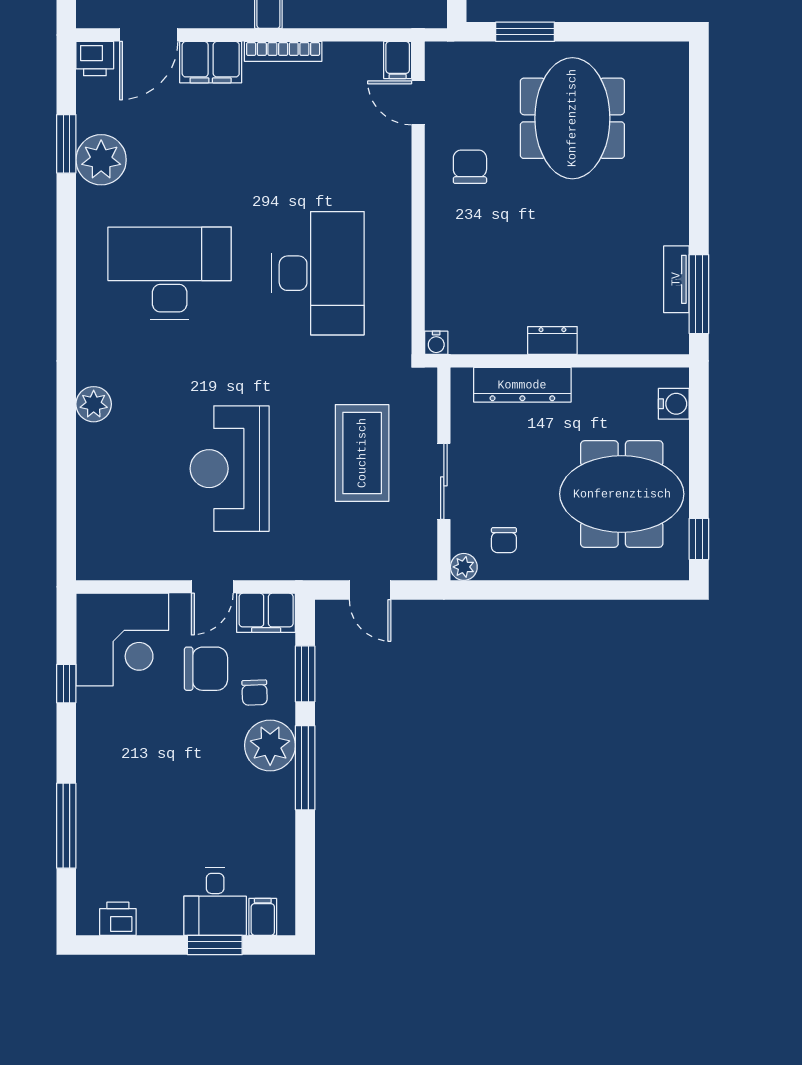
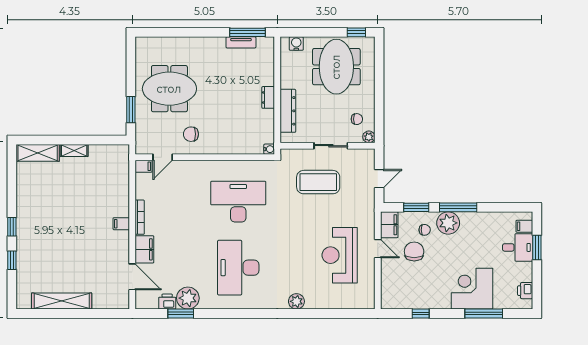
printer: (95, 59) -> (167, 302), moved, turned -90
reception desk: (230, 469) -> (340, 255), moved, turned 90
corner desk: (122, 640) -> (472, 289), moved, turned -90

